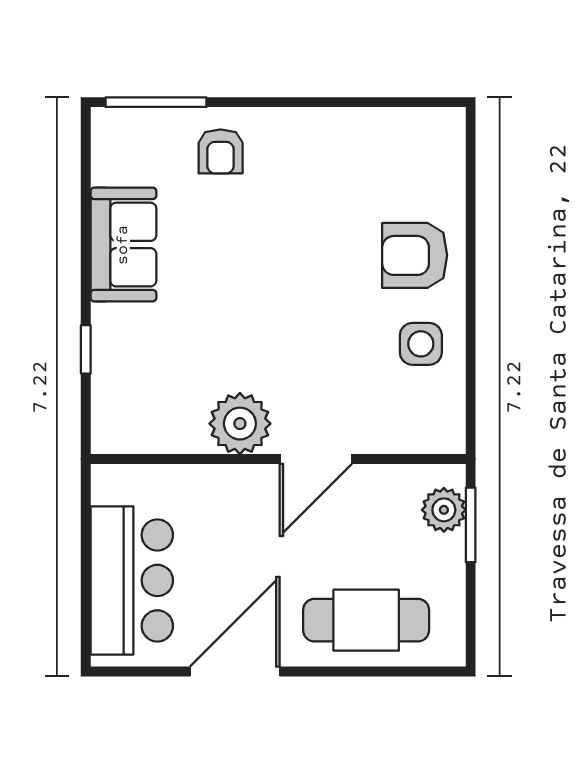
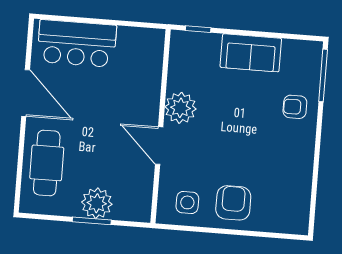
plant: (240, 424) -> (180, 108), moved
wall: (278, 459) -> (161, 126), moved
door: (316, 459) -> (159, 146), moved
plant: (444, 510) -> (97, 203), width x1.36, depth x1.36

